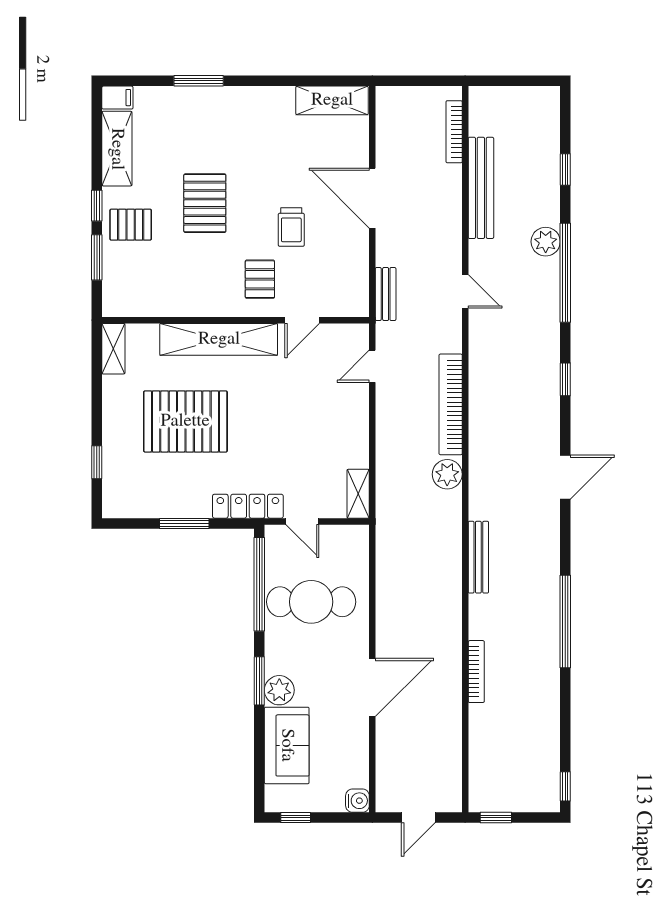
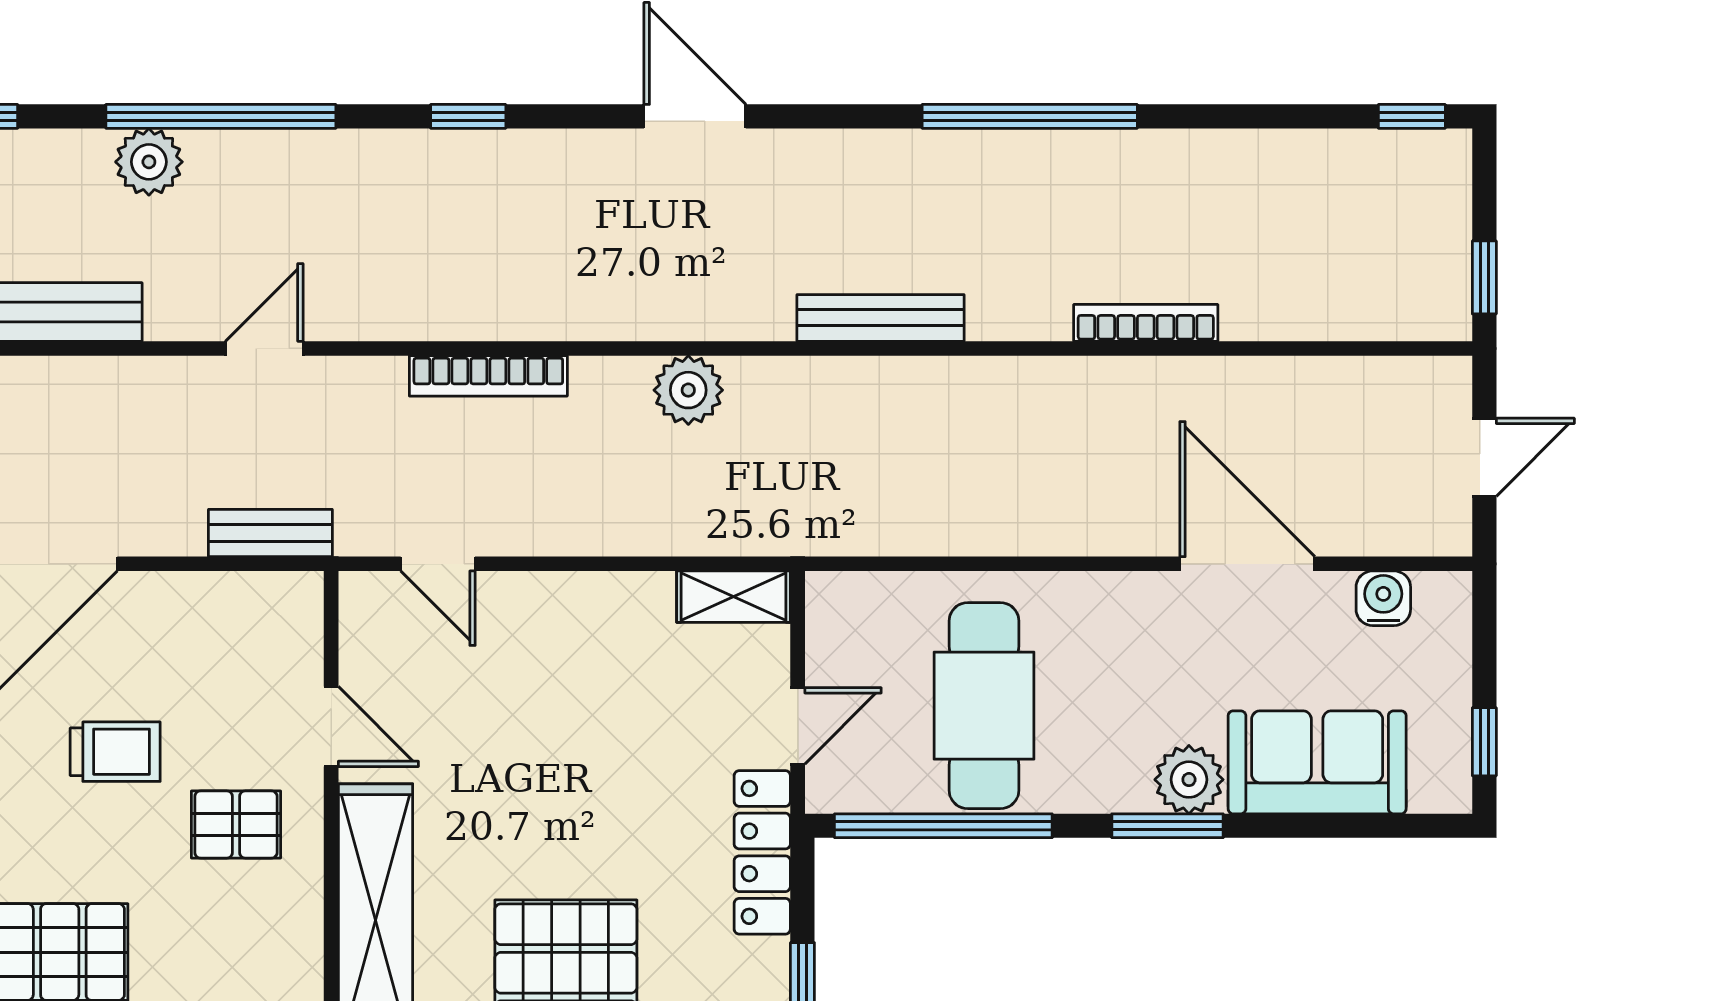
bookcase: (451, 404) -> (488, 376), width x0.68, depth x0.76
door: (372, 687) -> (1247, 564), moved
water cooler: (357, 801) -> (1383, 598), moved
door: (418, 818) -> (1484, 457), hinge flipped

